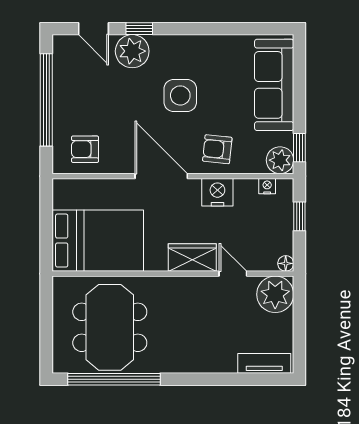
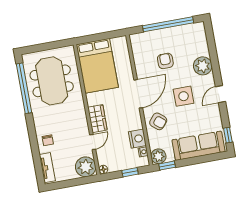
door: (93, 29) -> (220, 94), moved
window: (139, 29) -> (228, 135), moved
armchair: (85, 149) -> (165, 61), moved
armchair: (217, 149) -> (158, 121), turned 124
nightstand: (217, 192) -> (137, 139), moved
meeting table: (110, 327) -> (52, 81), turned 90
chair: (215, 354) -> (48, 140), added

